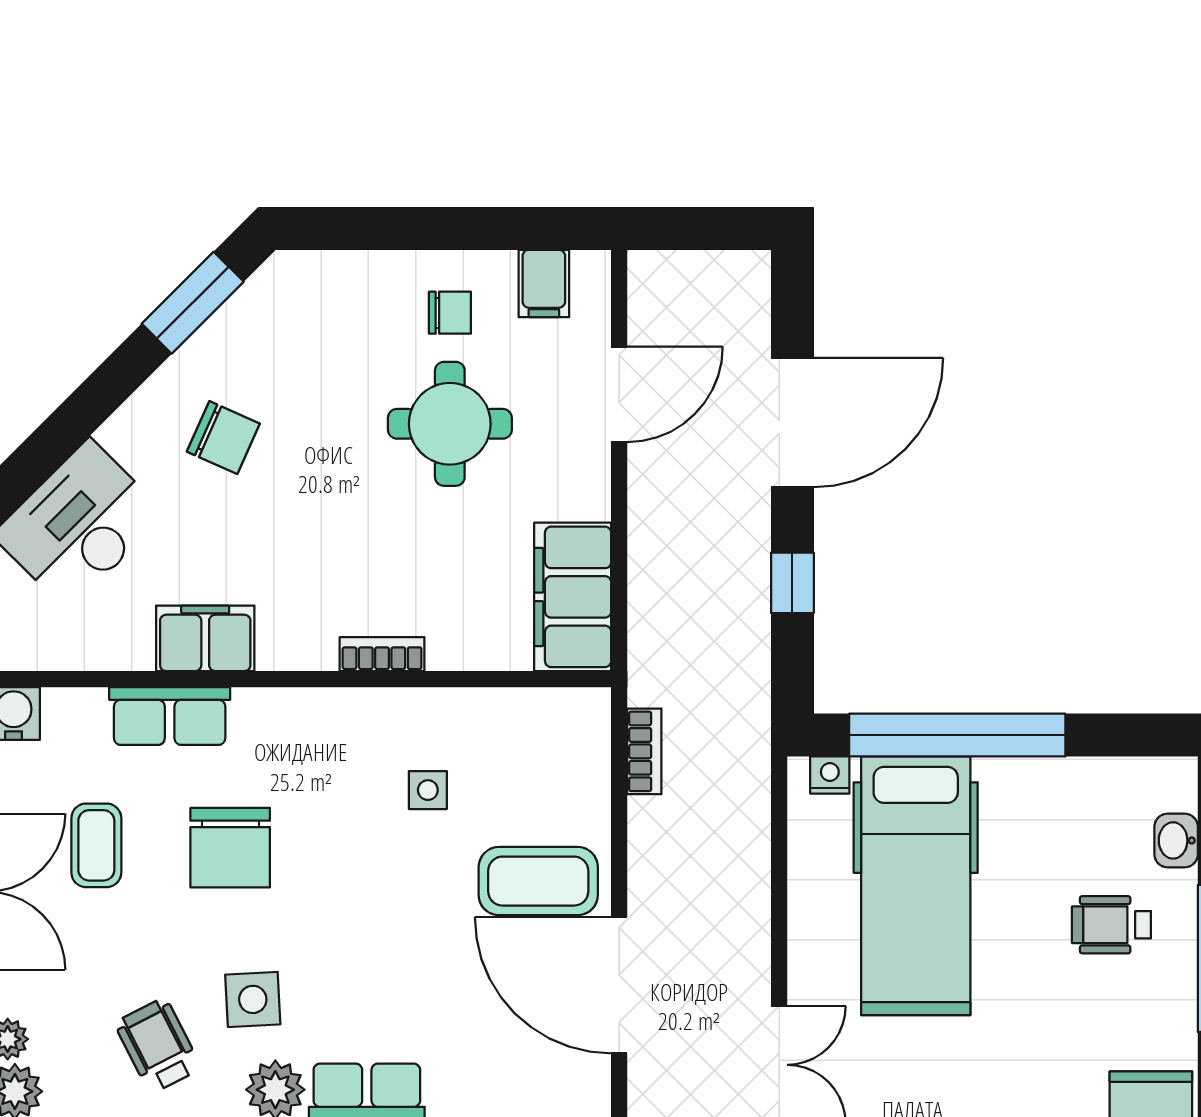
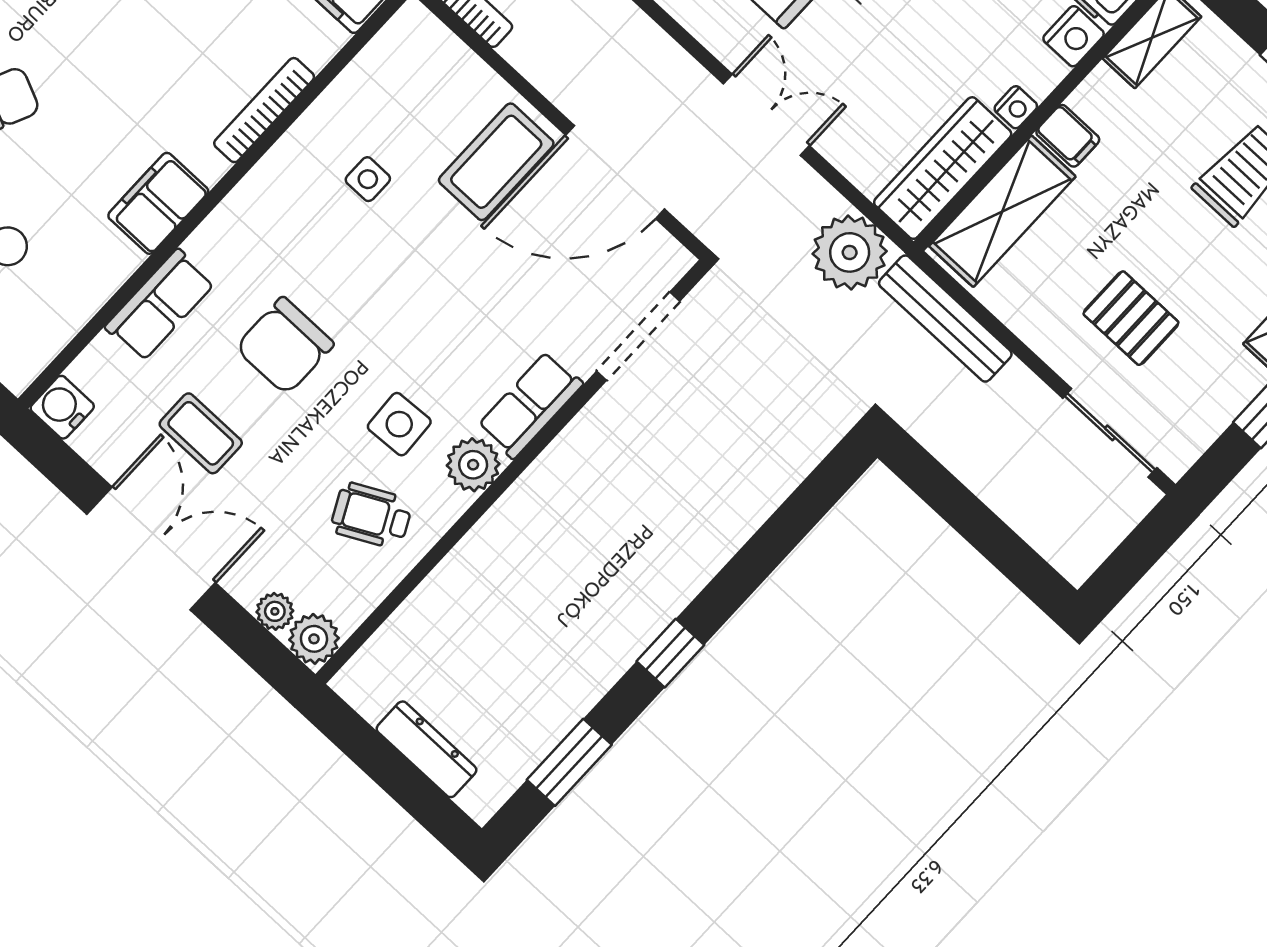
filing cabinet: (205, 638) -> (158, 203), moved
bookcase: (382, 654) -> (264, 110), width x1.56
chair: (230, 848) -> (285, 346), turned 90

